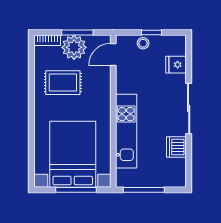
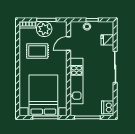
door: (113, 54) -> (68, 44), moved
dishwasher: (176, 147) -> (108, 107), moved

